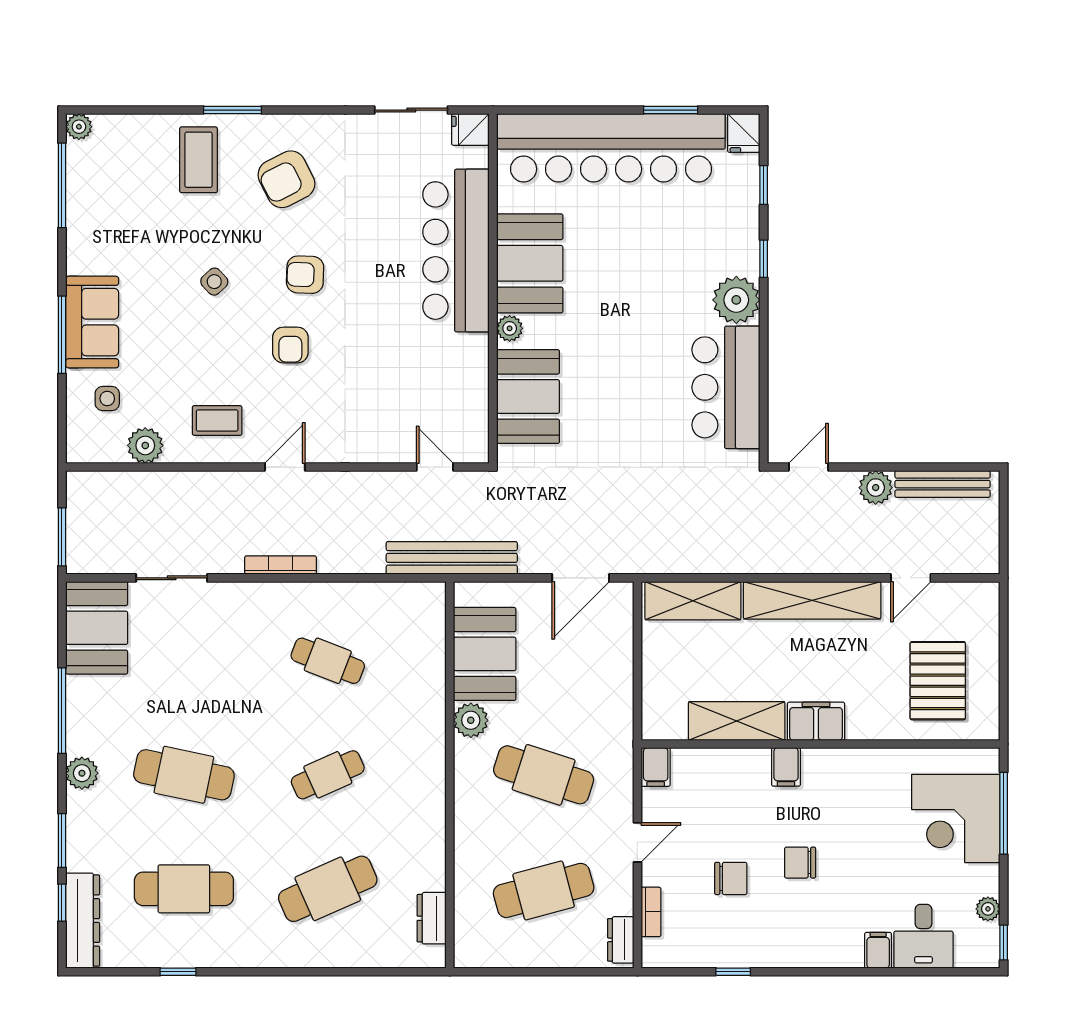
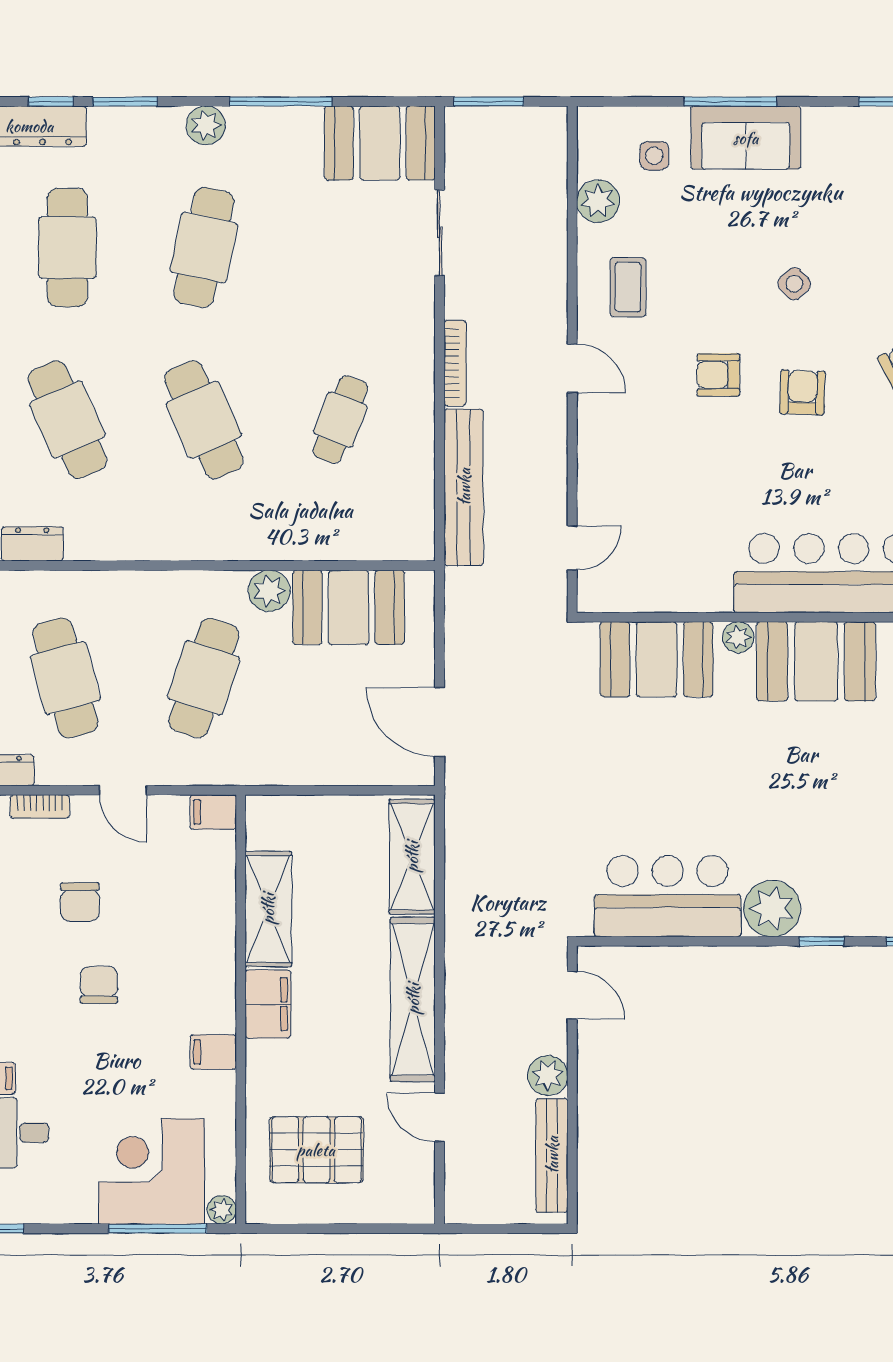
bench: (452, 558) -> (464, 487), moved
filing cabinet: (786, 767) -> (213, 1052), moved
cafe table: (328, 775) -> (204, 420), width x1.37, depth x1.35
plant: (988, 909) -> (222, 1210), moved

